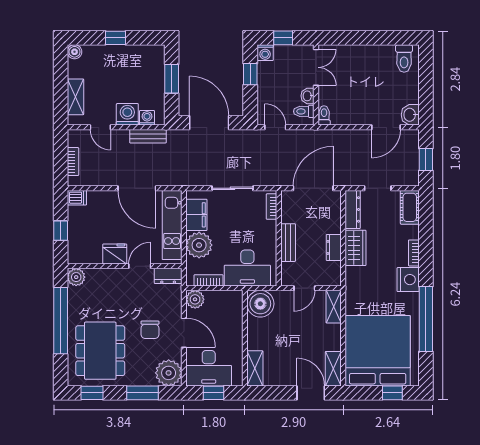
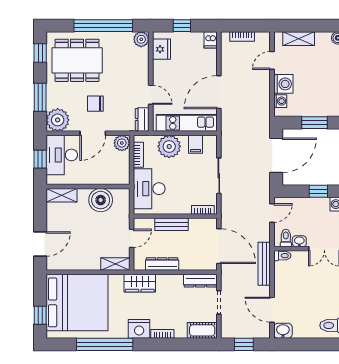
bench: (148, 136) -> (264, 264), moved, width x1.36
filing cabinet: (196, 215) -> (196, 144), width x0.50
dresser: (334, 247) -> (162, 264), width x1.44
wardrobe: (355, 248) -> (140, 283), moved
fridge: (115, 254) -> (161, 49), moved
door: (304, 288) -> (132, 238), swing flipped
boiler: (260, 304) -> (101, 200), moved
shelving: (333, 369) -> (61, 264), removed

